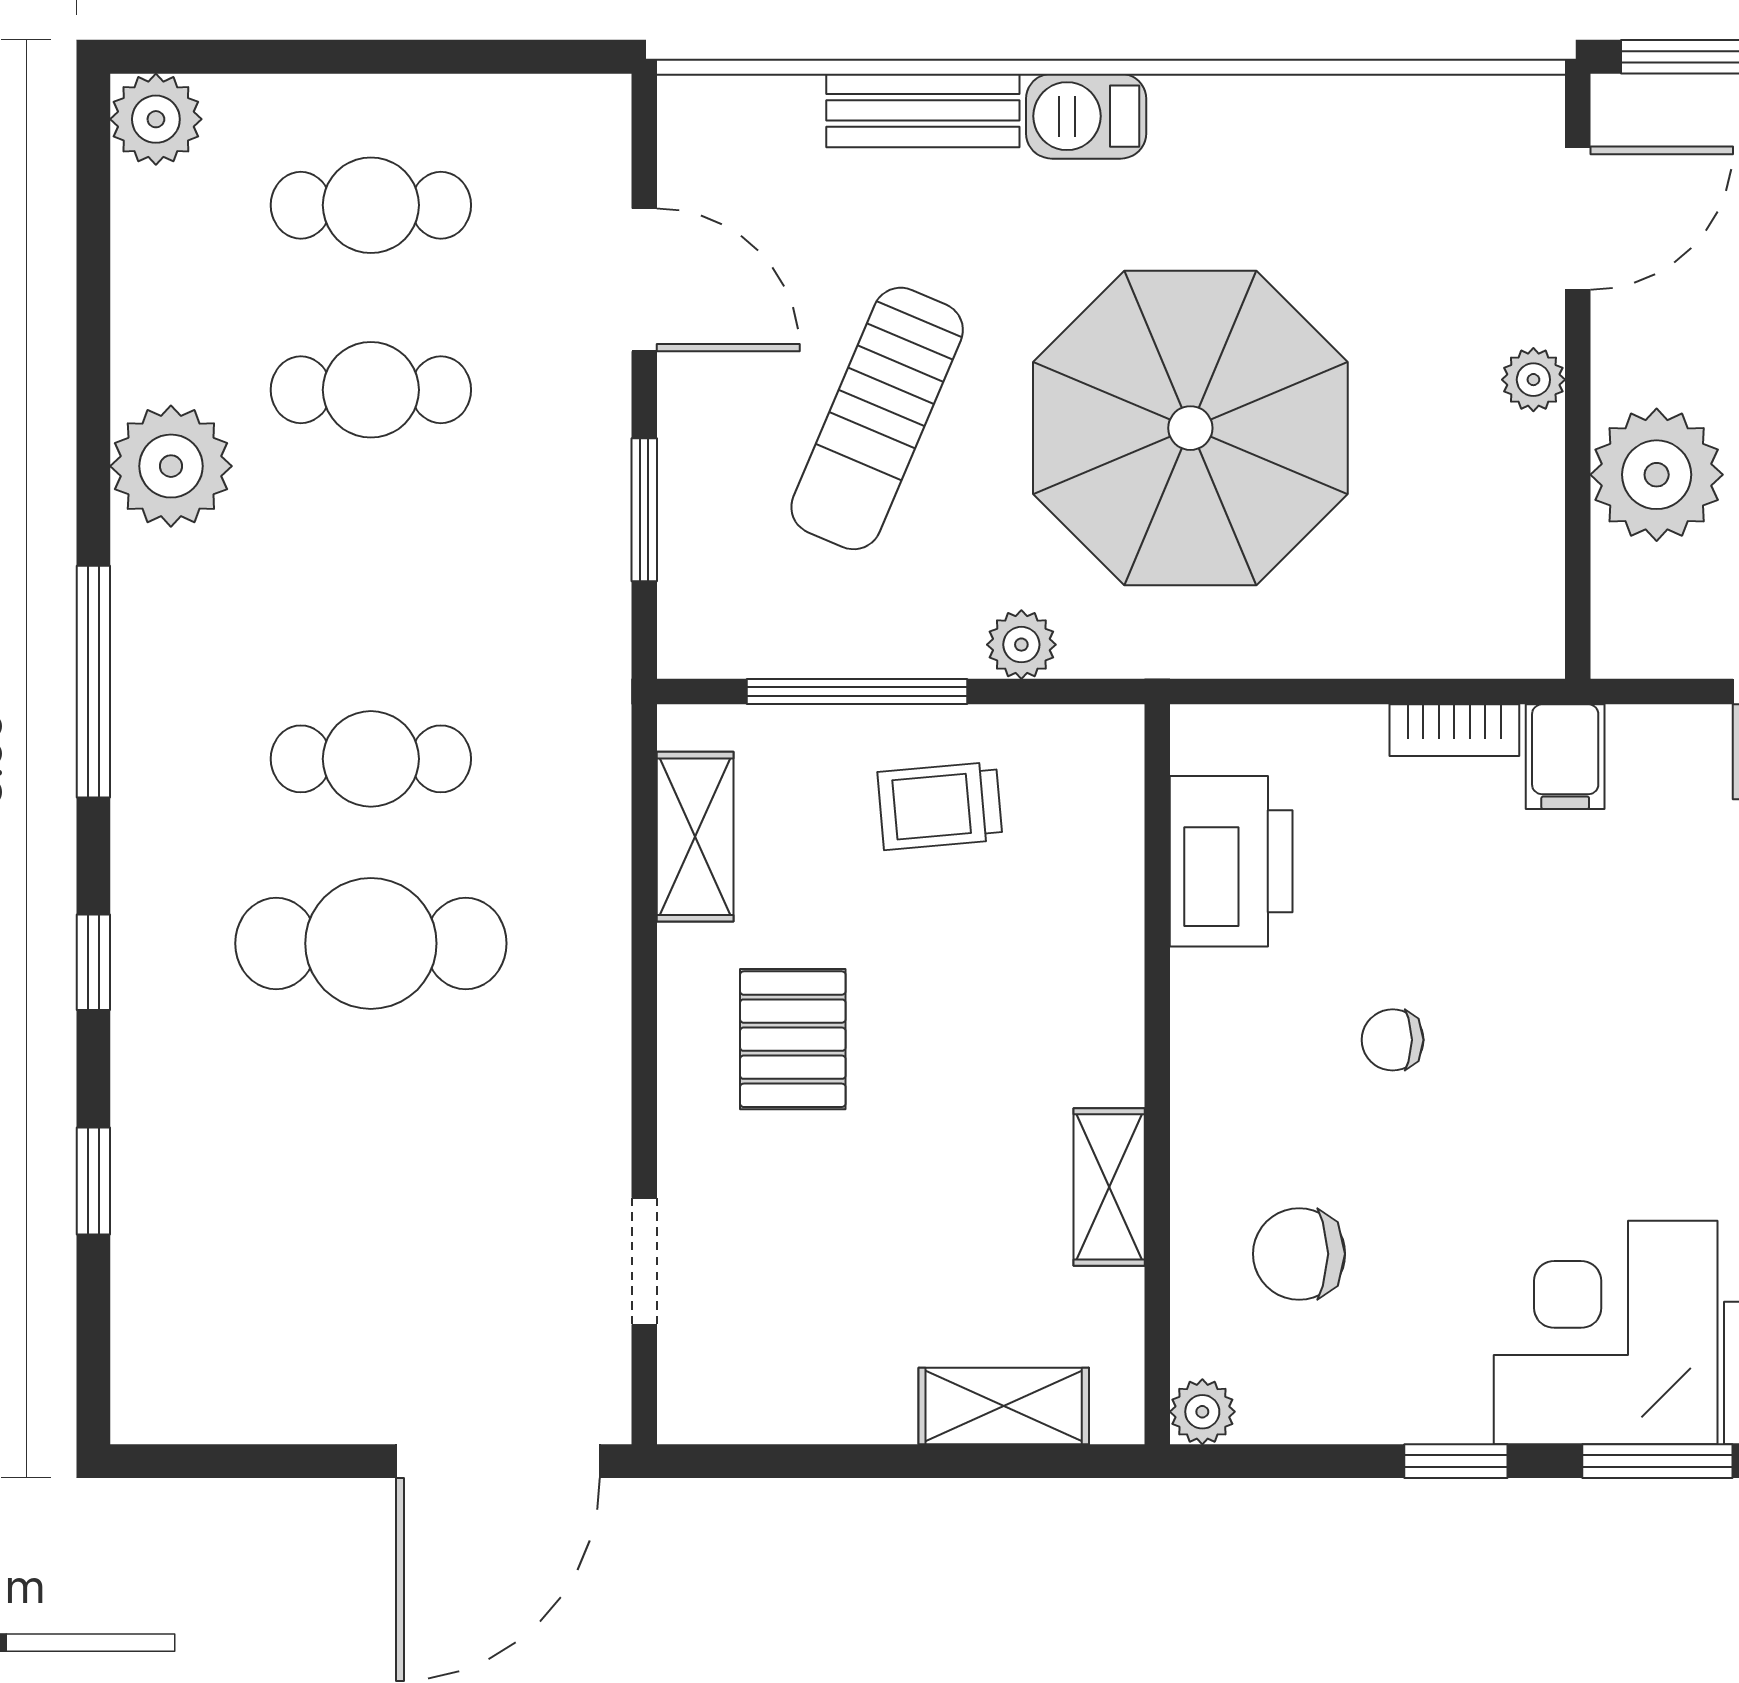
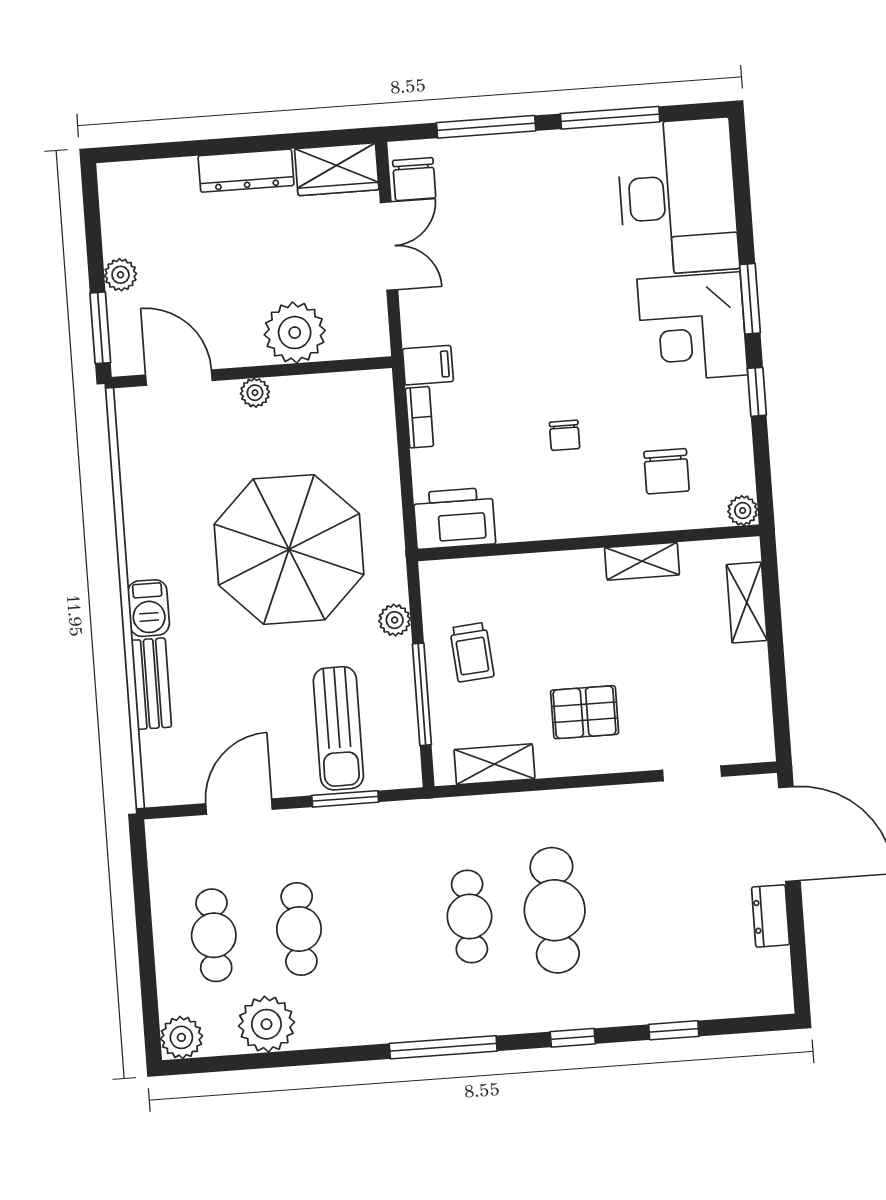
sun lounger: (877, 418) -> (338, 728), moved, turned 67
plant: (171, 466) -> (266, 1024), moved
printer: (1231, 861) -> (454, 518), moved
dresser: (324, 1408) -> (771, 916), added

